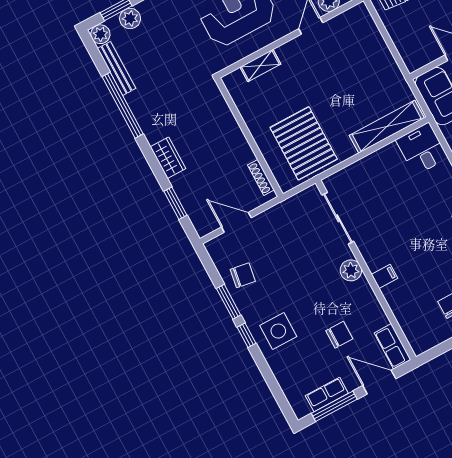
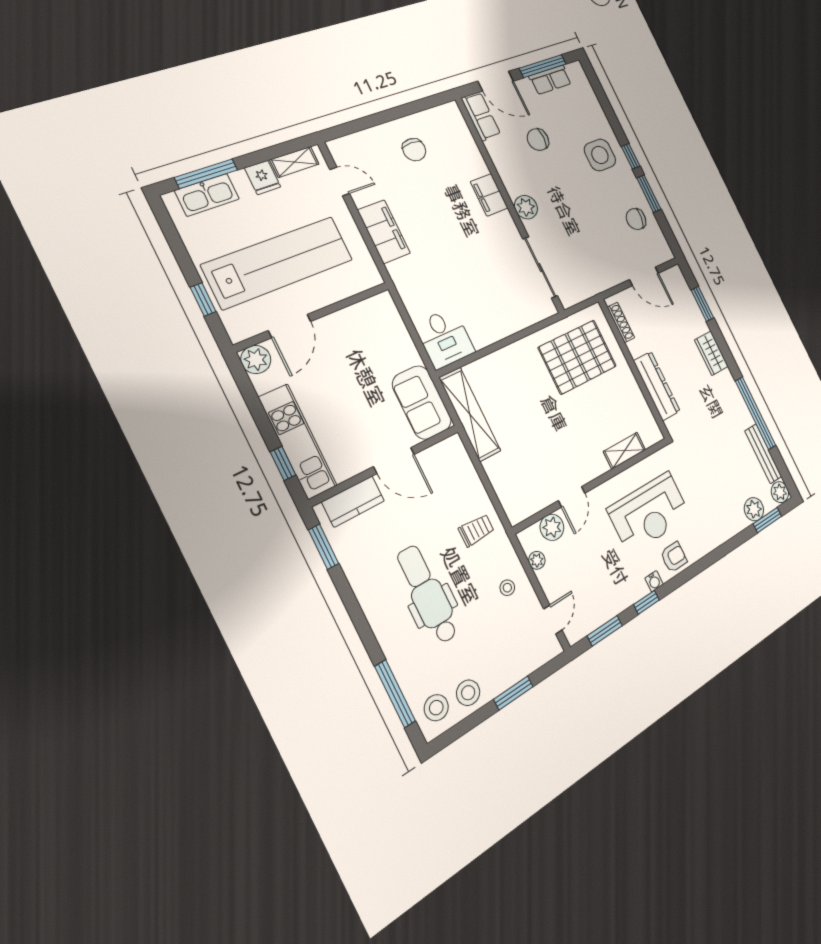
dresser: (227, 123) -> (657, 386), added
shelving: (387, 127) -> (470, 414), moved, turned 90
pallet: (304, 143) -> (578, 357), turned 90
filing cabinet: (385, 276) -> (489, 195), width x2.00

